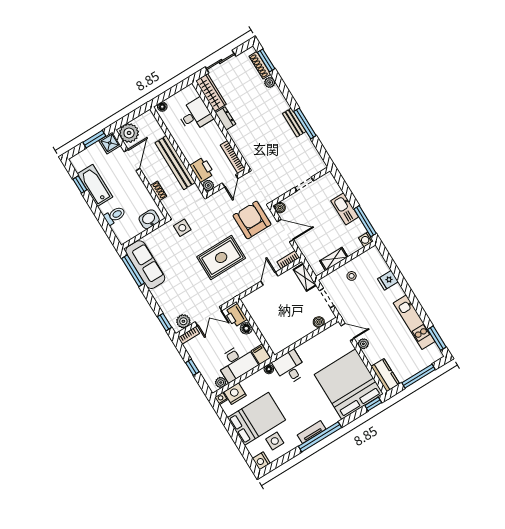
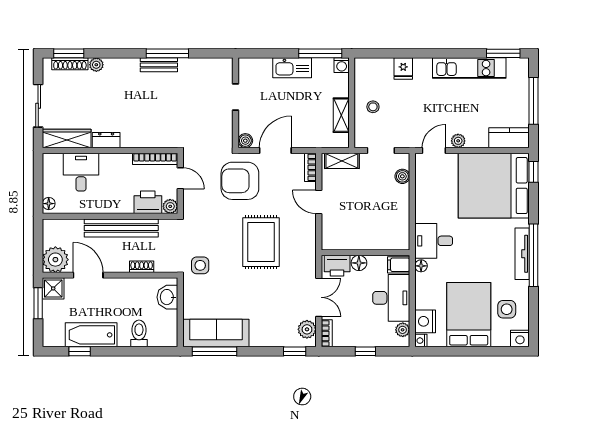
tv unit: (312, 432) -> (522, 254), width x1.41

